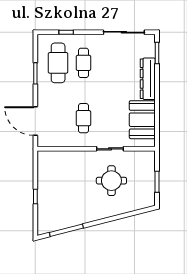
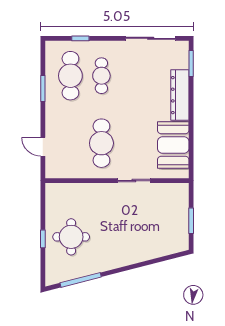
cafe table: (83, 118) -> (101, 143), width x1.37, depth x1.35
door: (35, 121) -> (43, 147), width x0.53
round table: (111, 181) -> (71, 237), moved

